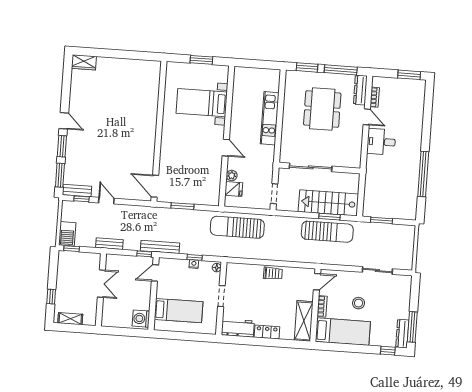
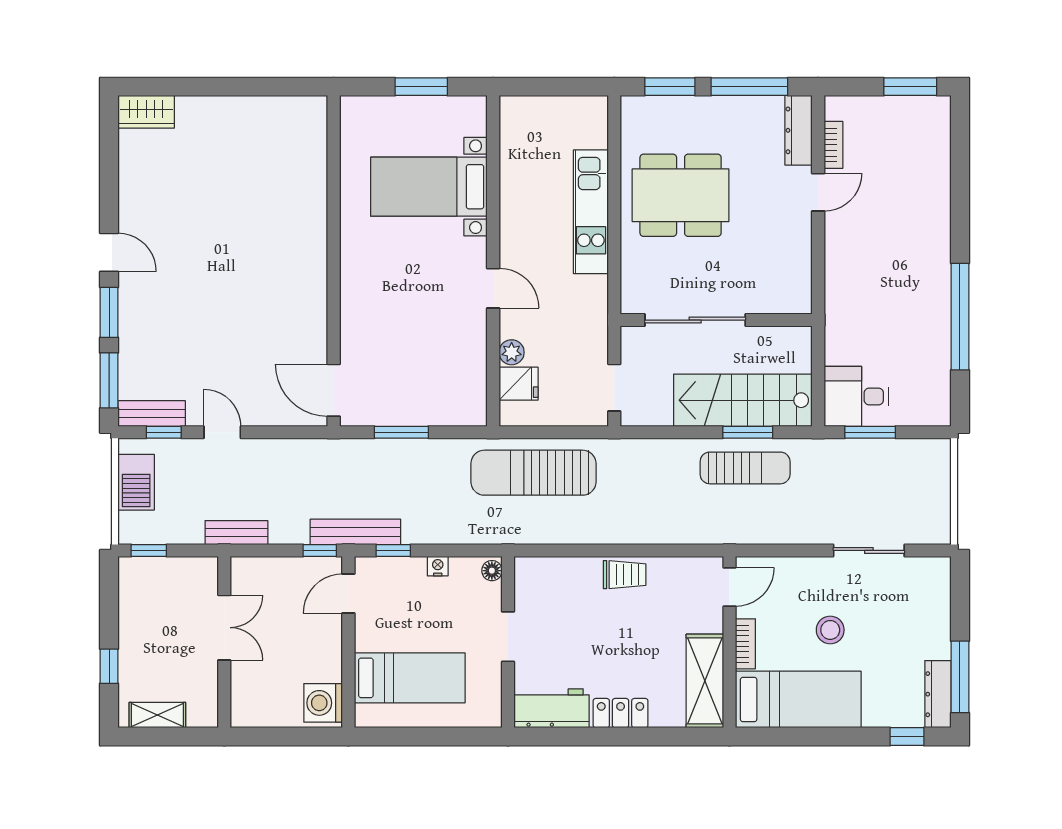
dining table: (322, 109) -> (681, 195), moved, turned 90
door: (367, 117) -> (818, 192), hinge flipped
desk: (381, 142) -> (856, 396), moved
sun lounger: (327, 232) -> (745, 468), width x0.73, depth x0.75
barbecue: (67, 234) -> (136, 482), moved
window: (195, 257) -> (393, 550), moved

